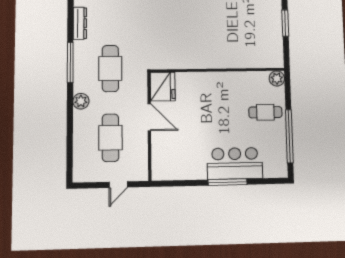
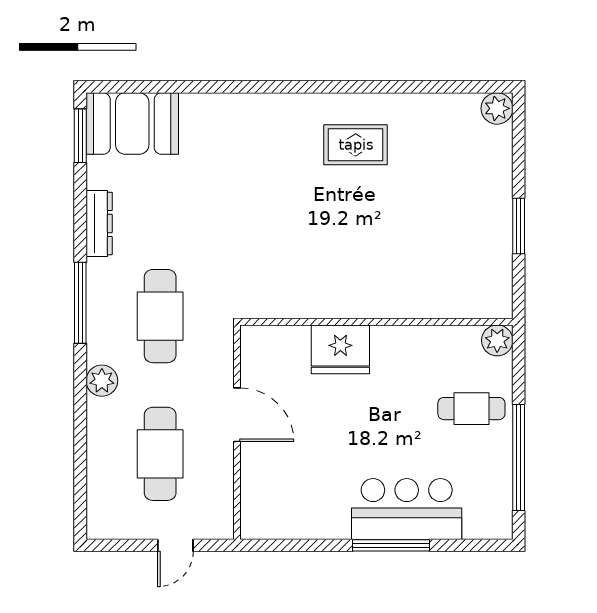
fridge: (163, 87) -> (340, 349), moved, turned 90

